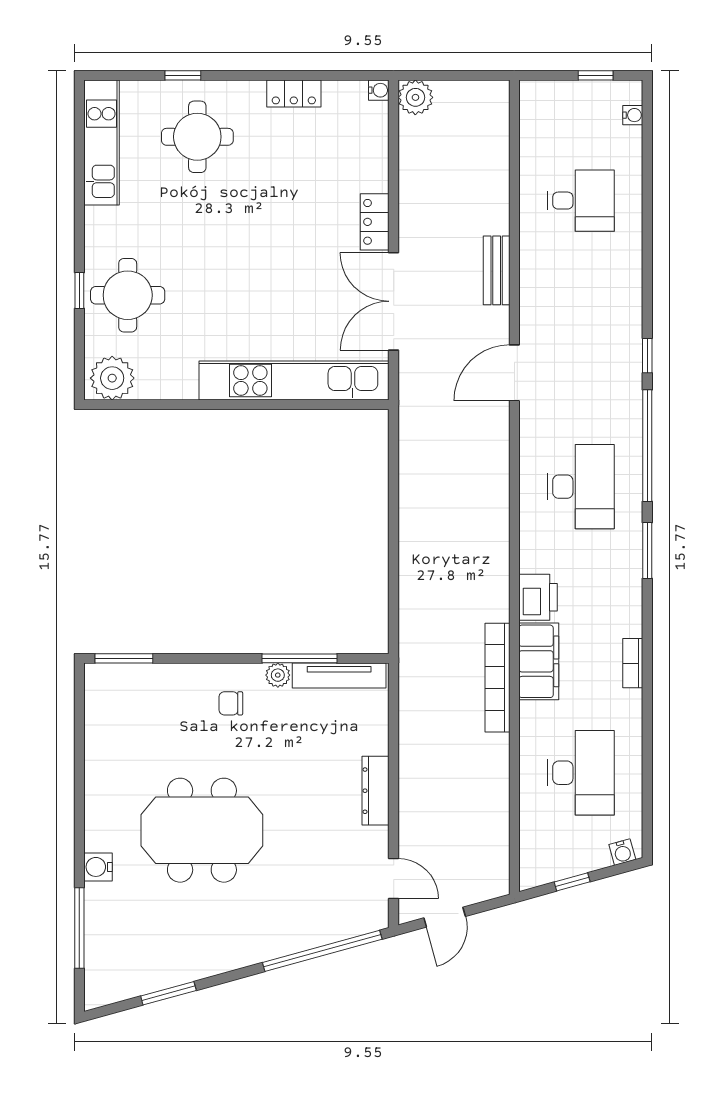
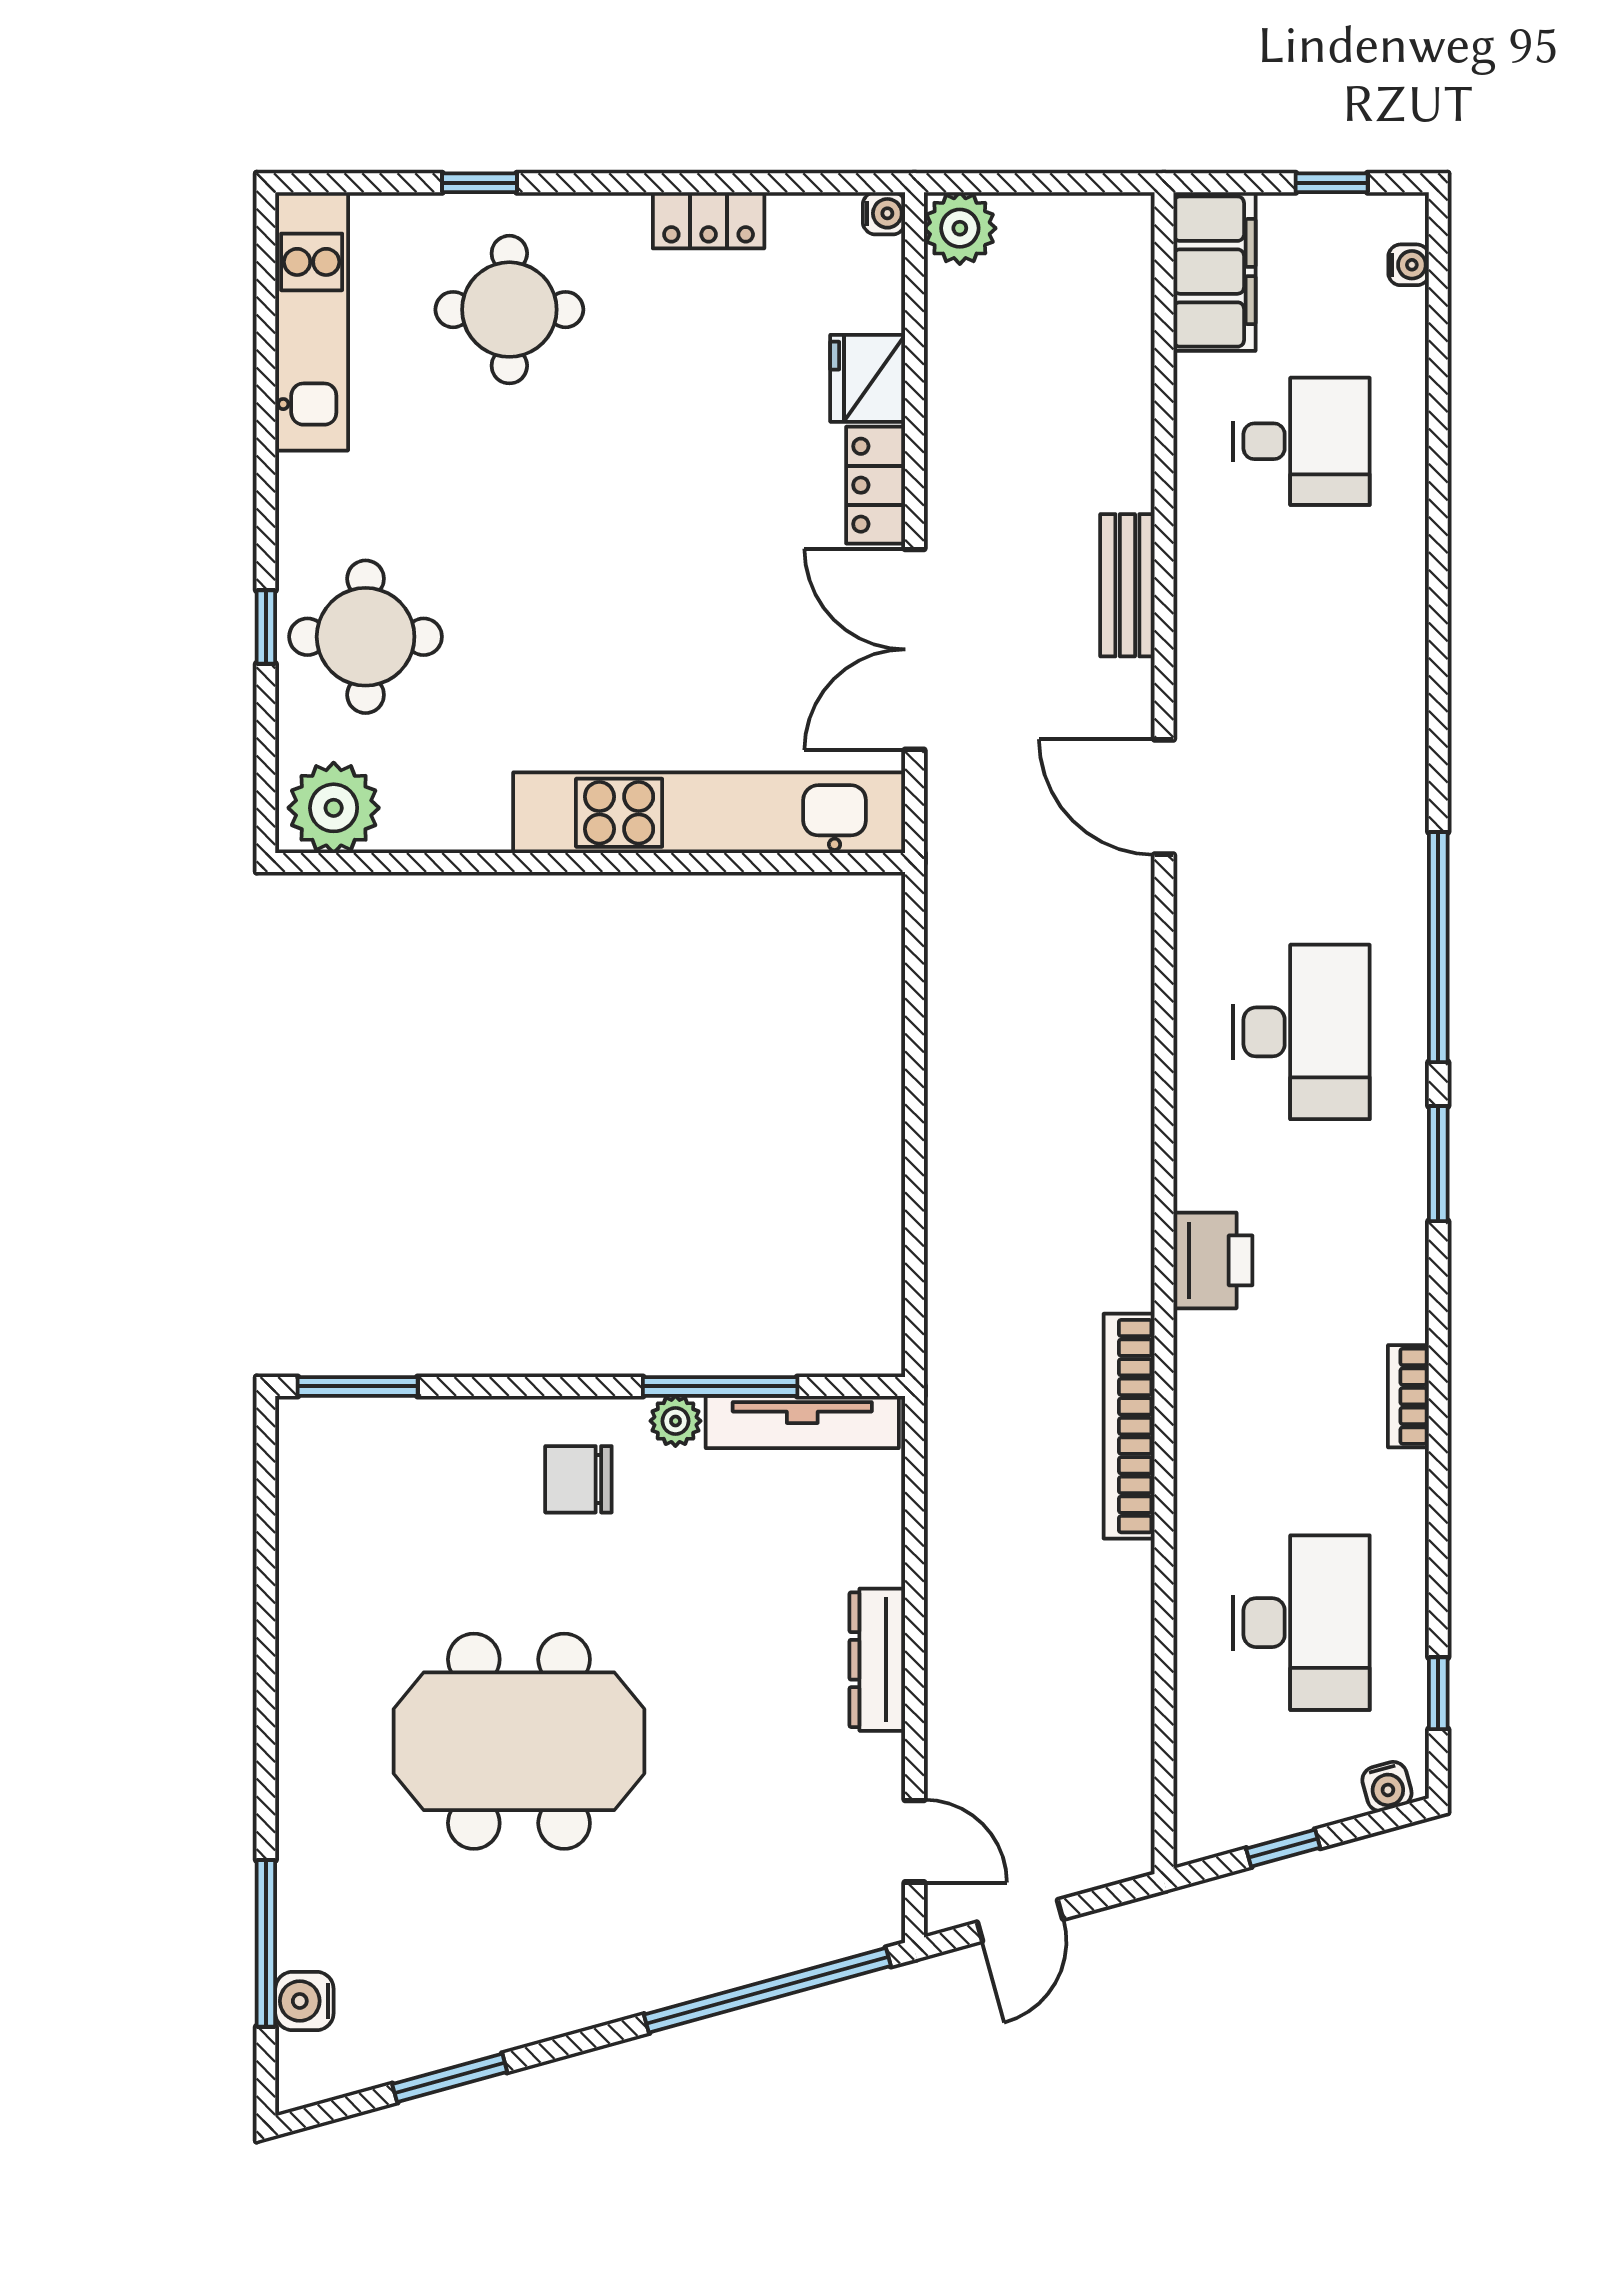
fridge: (371, 170) -> (868, 378), added
window: (647, 356) -> (1438, 1693), moved
door: (514, 373) -> (1164, 797), hinge flipped
filing cabinet: (539, 661) -> (1214, 272), moved
chair: (231, 703) -> (578, 1479), width x1.37, depth x1.37
water cooler: (98, 867) -> (304, 2001), moved

